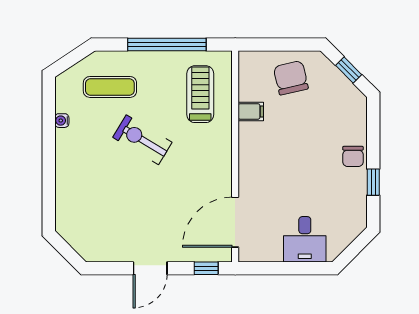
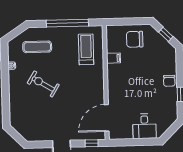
chair: (291, 78) -> (135, 39), turned -77
exercise bike: (142, 140) -> (43, 84), moved

